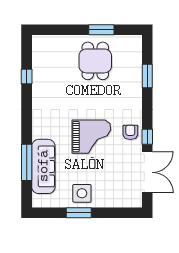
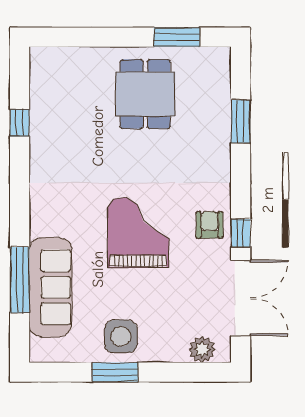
window: (101, 30) -> (177, 37), moved
grand piano: (91, 137) -> (138, 233), turned -90
plant: (126, 200) -> (202, 349), added

